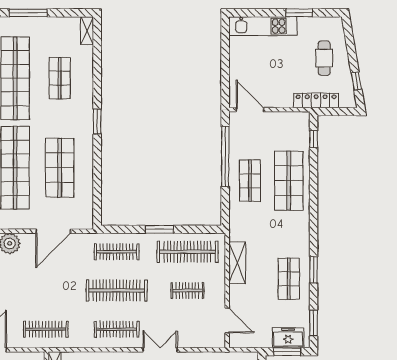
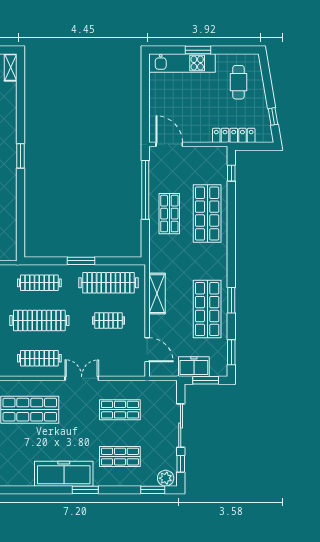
window: (299, 13) -> (198, 50), moved
cafe table: (324, 58) -> (238, 82), moved
shop shelf: (289, 279) -> (207, 309), width x1.43, depth x1.36
freezer: (288, 338) -> (194, 367), moved

